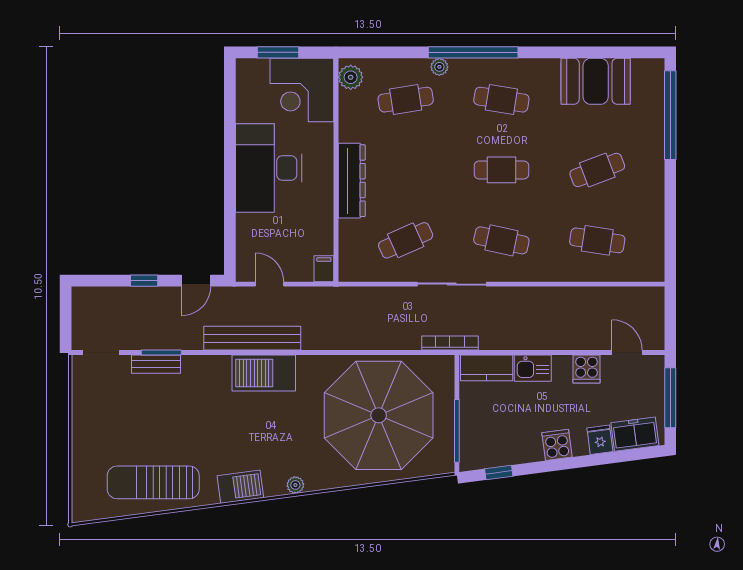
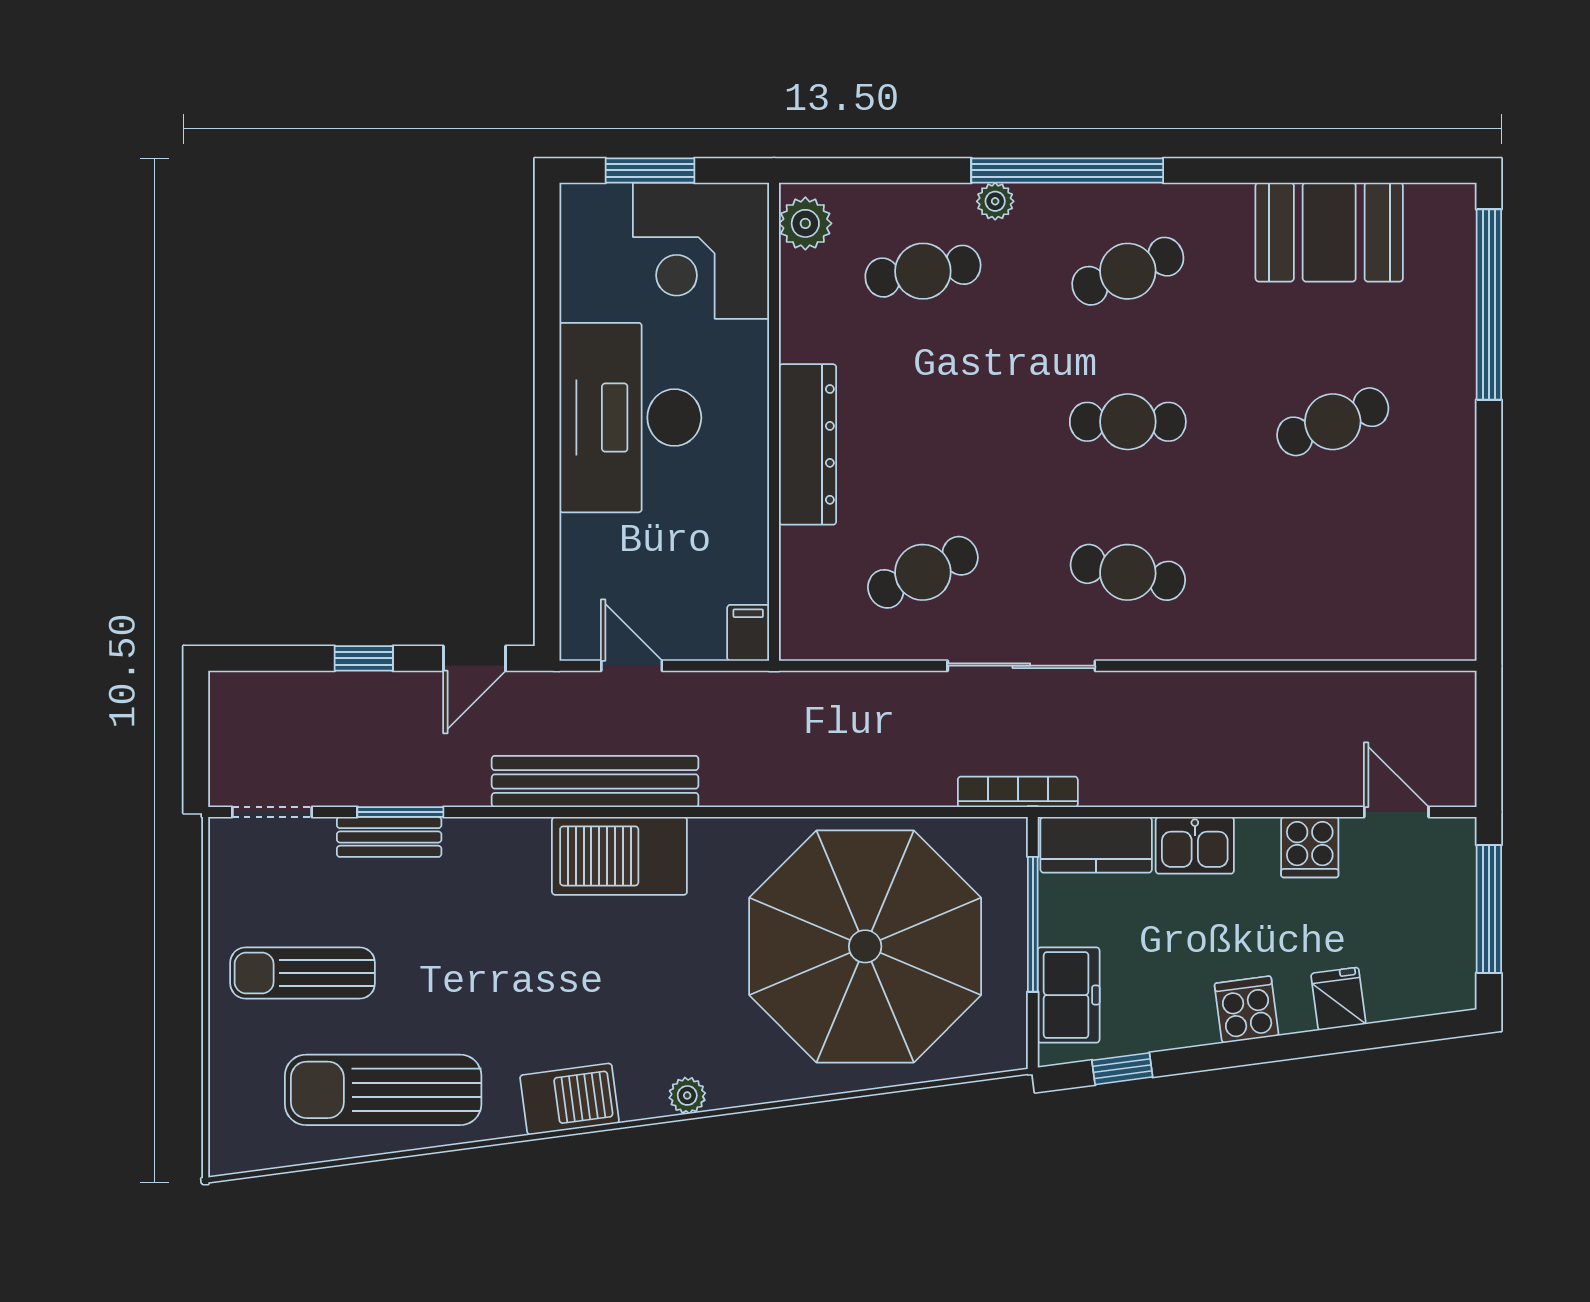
cafe table: (501, 100) -> (1128, 271), turned -30
cafe table: (597, 240) -> (1333, 572), removed
sun lounger: (116, 428) -> (303, 973), added
window: (457, 431) -> (1033, 924), moved
freezer: (635, 434) -> (1069, 995), moved, turned 98

